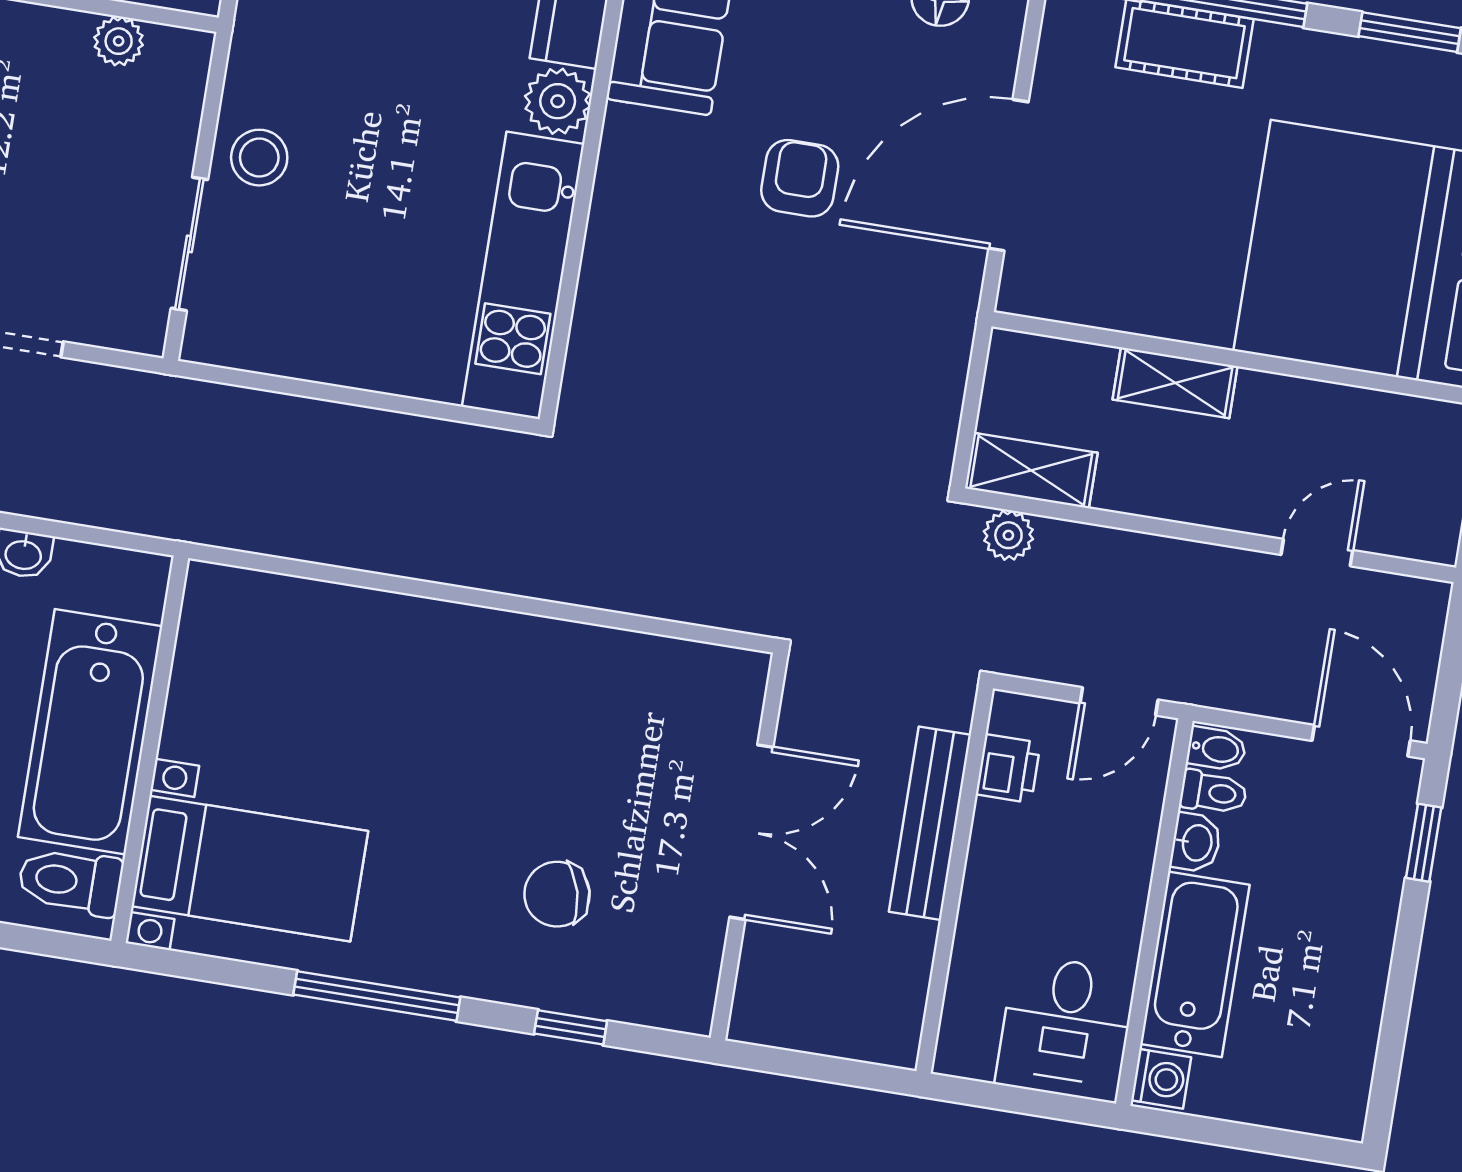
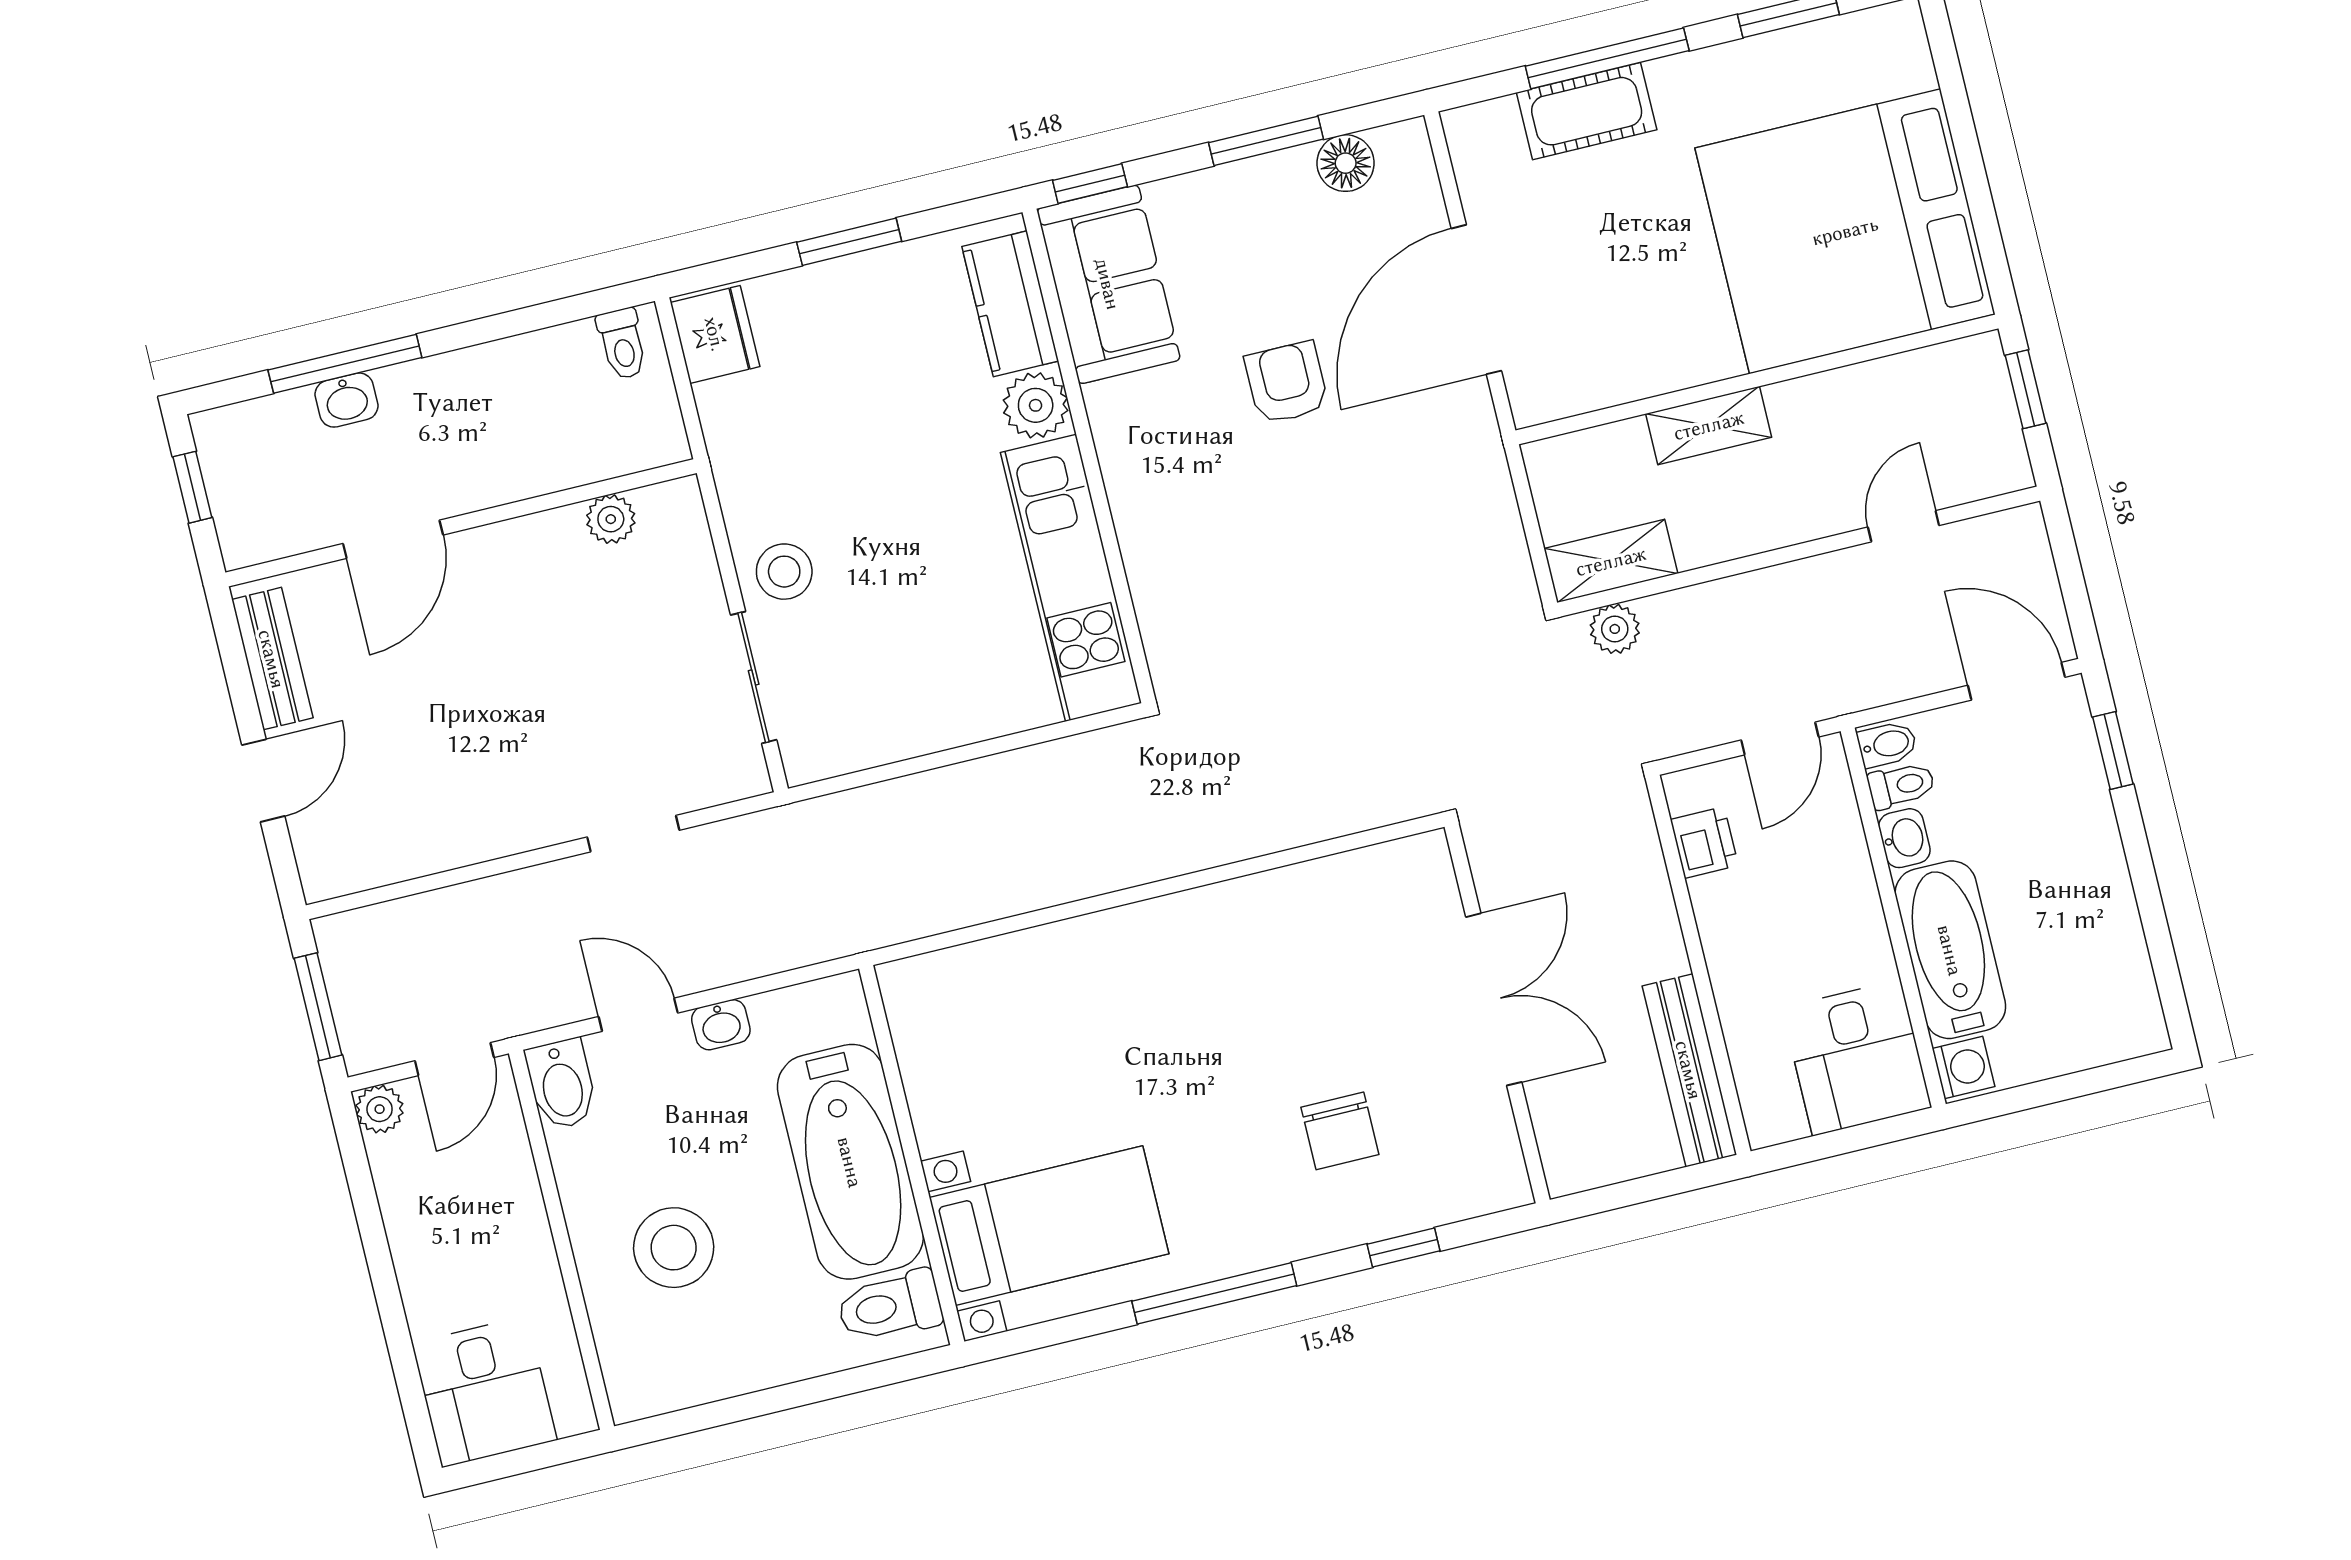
bench: (930, 823) -> (1689, 1070), moved
chair: (557, 894) -> (1340, 1131), turned -75

